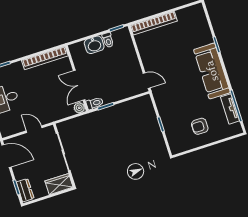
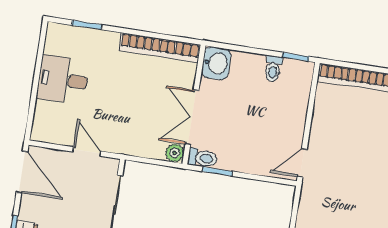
washbasin: (94, 45) -> (216, 63), moved, turned -90
door: (147, 81) -> (302, 163), swing flipped

